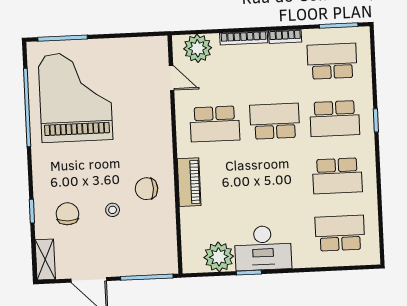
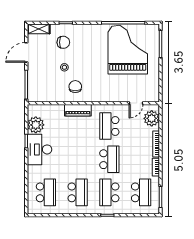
grand piano: (76, 97) -> (128, 50), turned -90
school desk: (337, 176) -> (78, 192), turned 180

